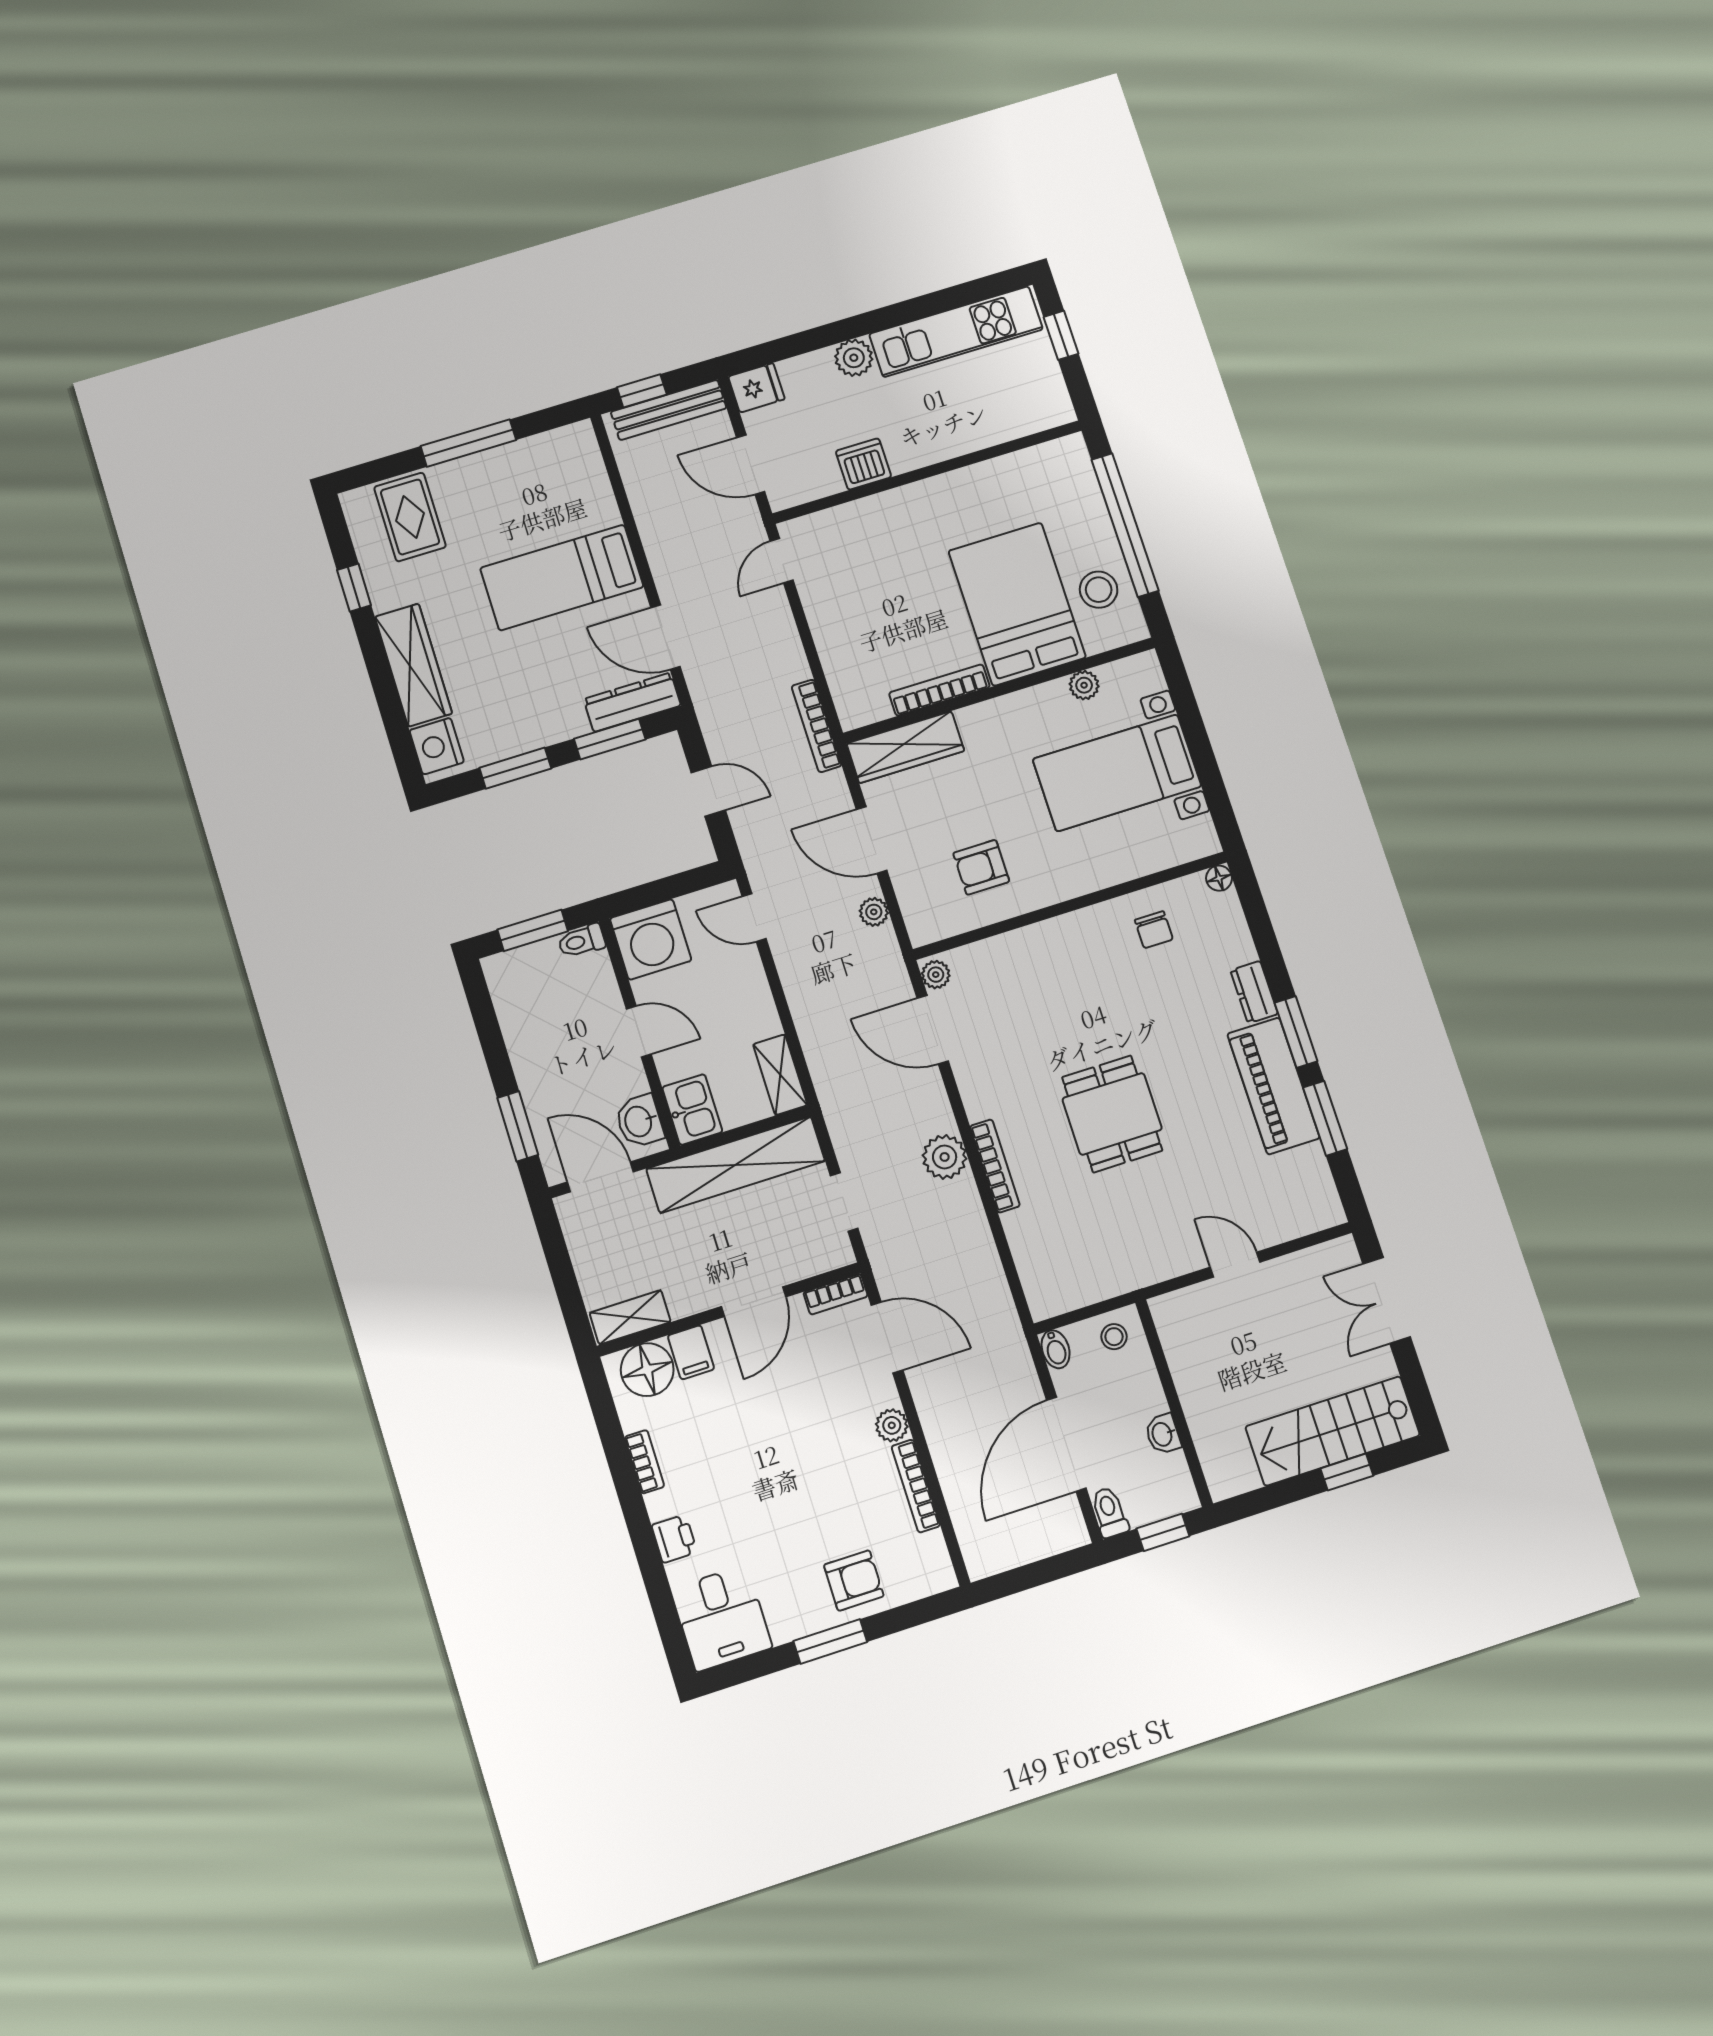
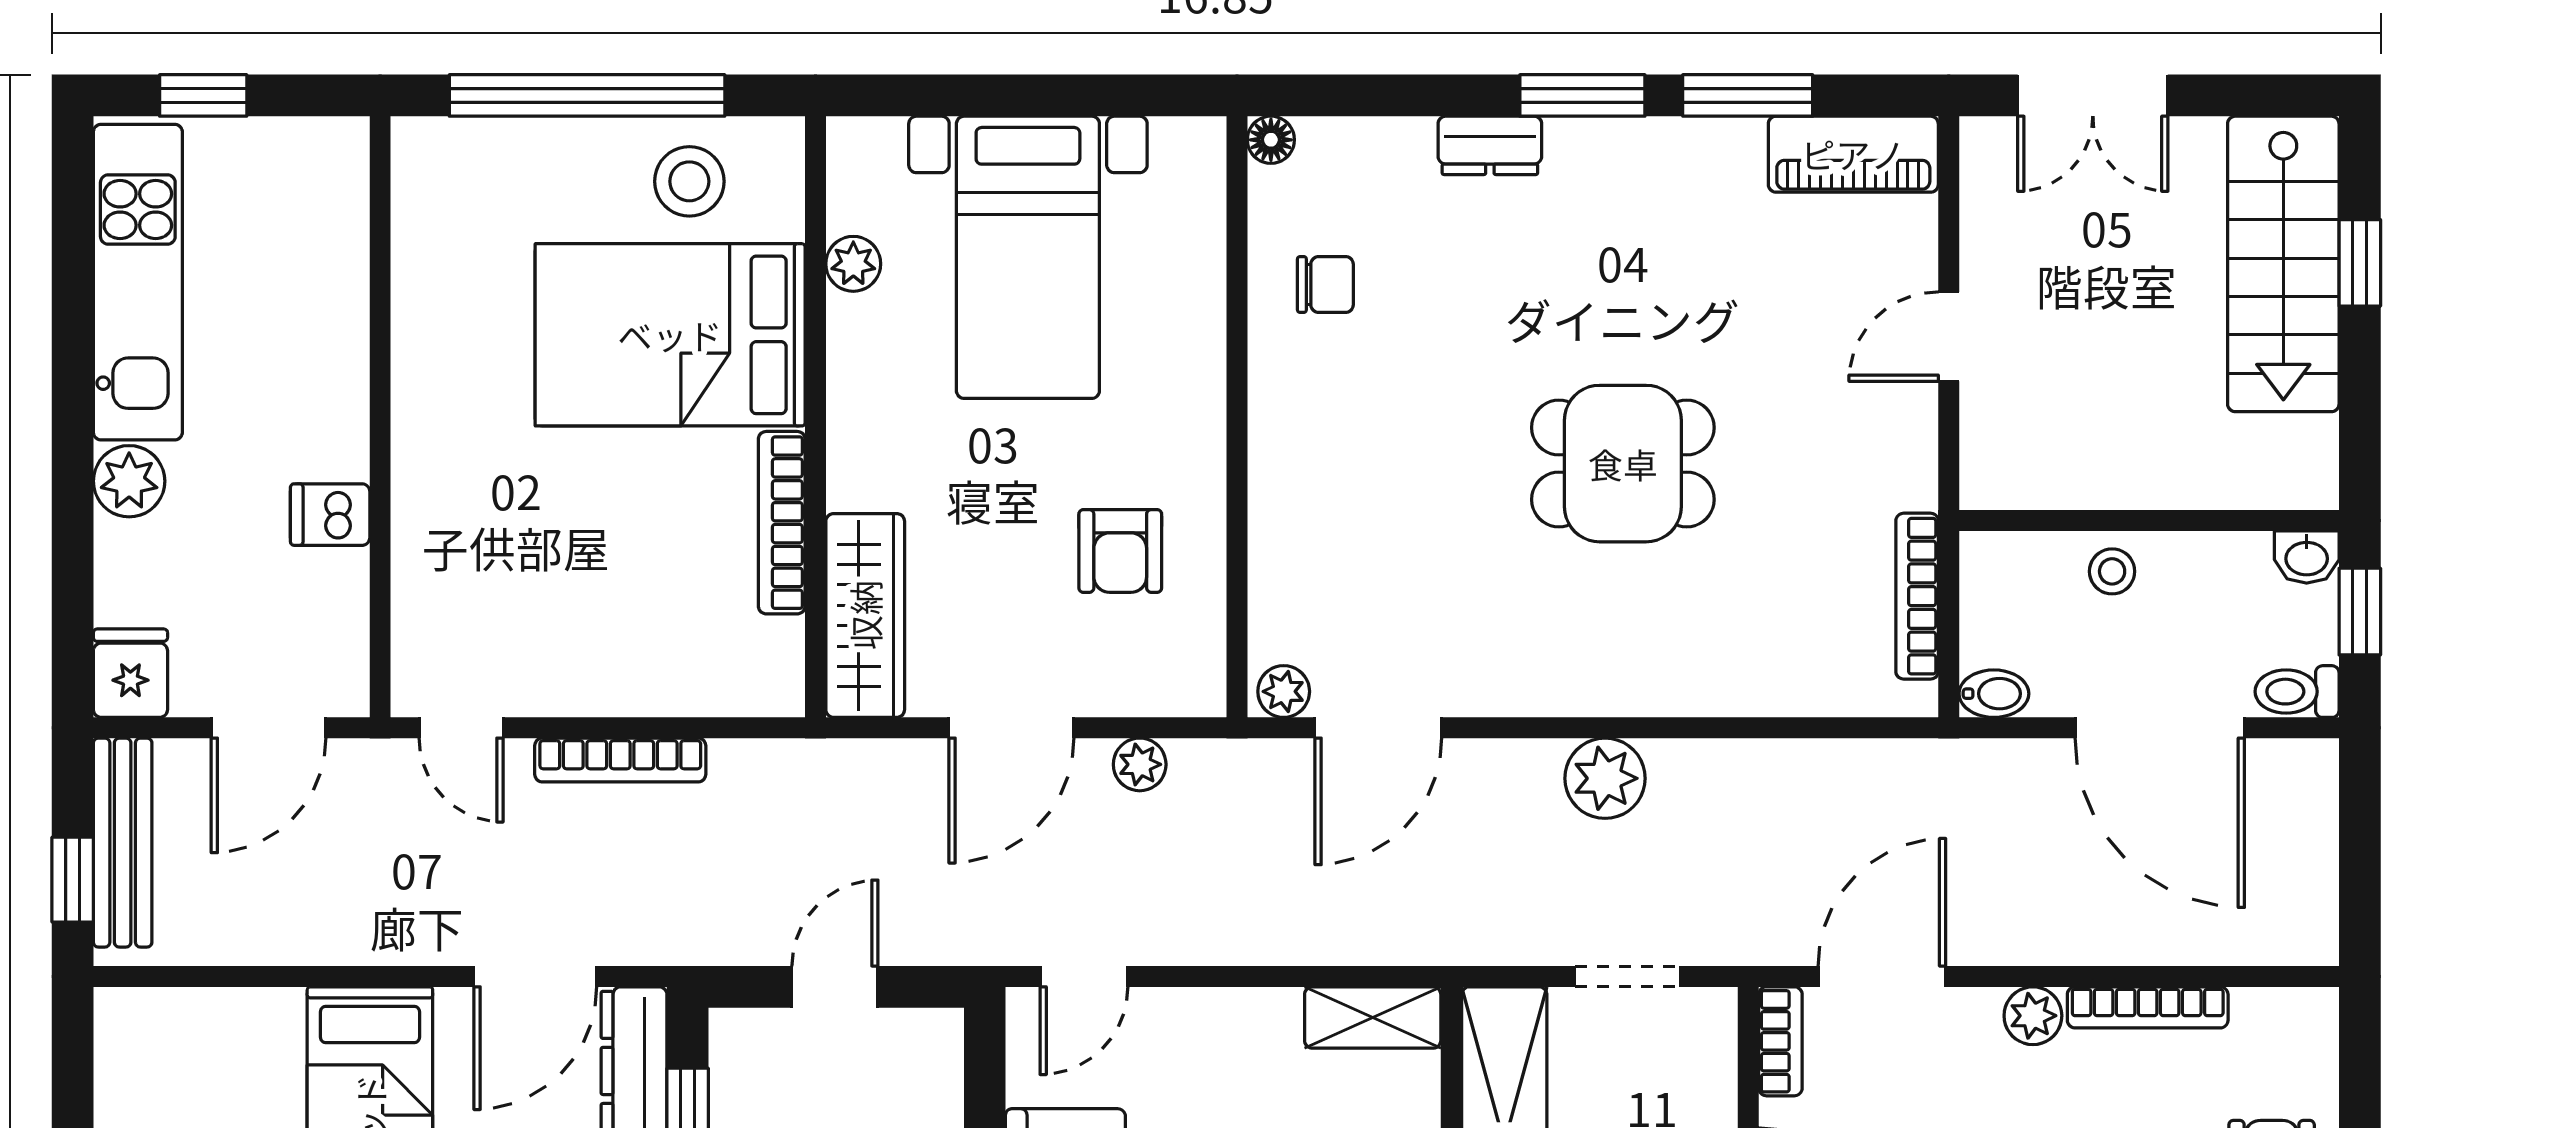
dishwasher: (863, 464) -> (330, 515), width x0.73
bookcase: (816, 726) -> (620, 760), moved
piano: (1273, 1086) -> (1853, 154), moved, width x0.73, depth x0.75
bookcase: (995, 1166) -> (1917, 596), moved, turned -90
stool: (1114, 1337) -> (2112, 571), moved
washbasin: (1163, 1434) -> (2307, 557), moved

